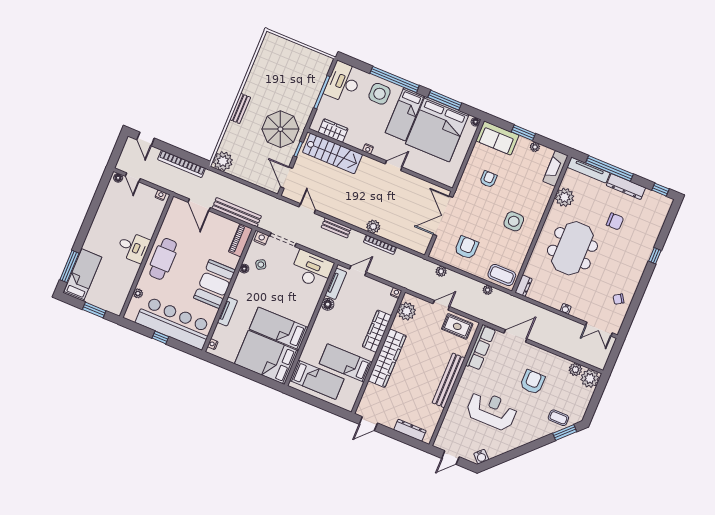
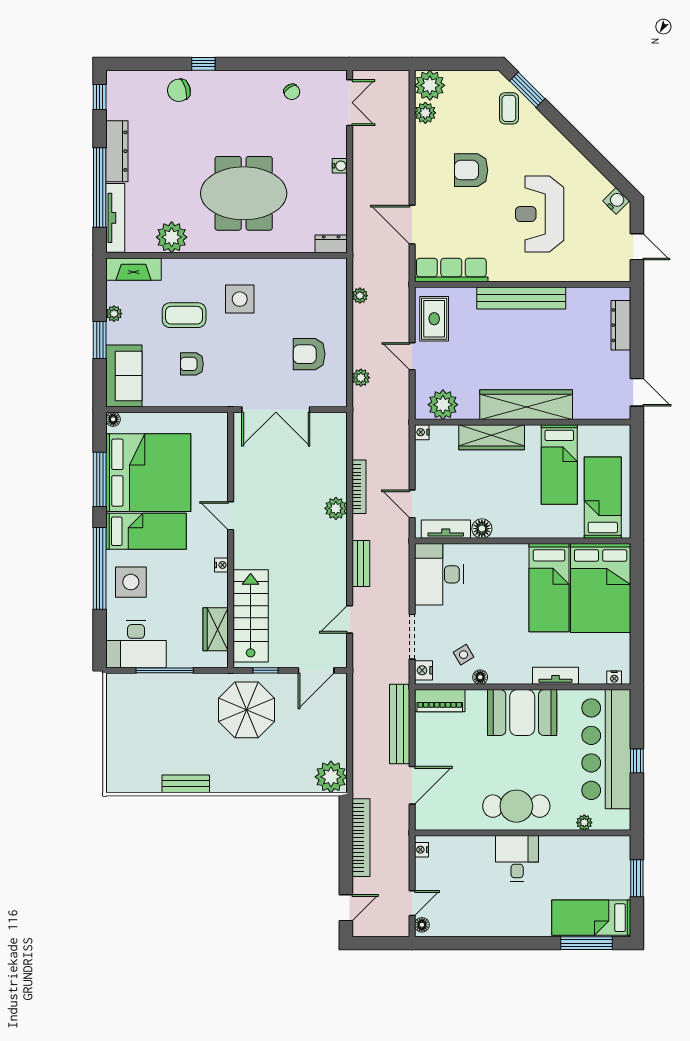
bench: (240, 108) -> (186, 784), moved
chair: (615, 221) -> (179, 90), moved, turned -106
coffee table: (502, 275) -> (184, 315), moved, turned 90

